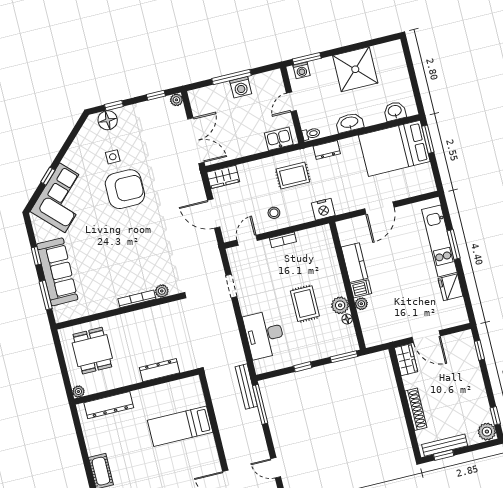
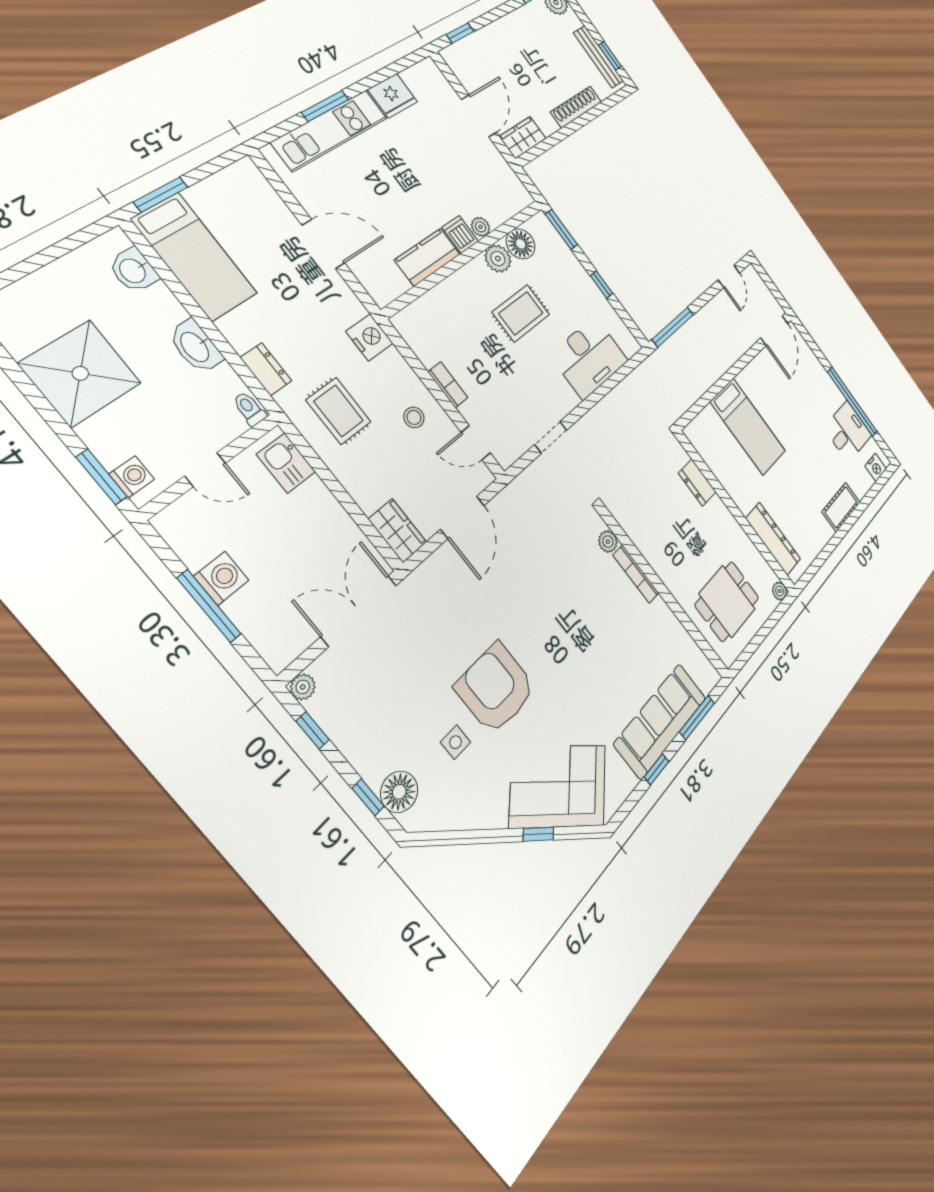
bed: (394, 148) -> (195, 257), width x0.67
floor lamp: (347, 319) -> (521, 244), width x1.89, depth x1.89
dresser: (159, 370) -> (697, 483), width x0.70
bench: (246, 387) -> (662, 356), removed

